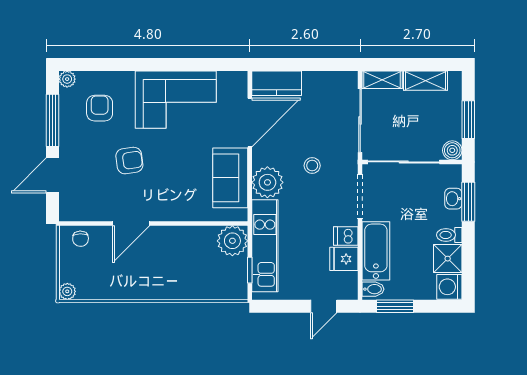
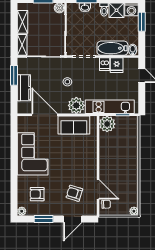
window: (324, 64) -> (14, 75), added
kitchen counter: (277, 83) -> (24, 88), moved
window: (53, 120) -> (44, 219), width x0.69
armchair: (129, 161) -> (74, 193), moved, turned -65
door: (53, 175) -> (73, 219), hinge flipped
door: (131, 223) -> (98, 189), moved
window: (395, 306) -> (142, 22), moved

